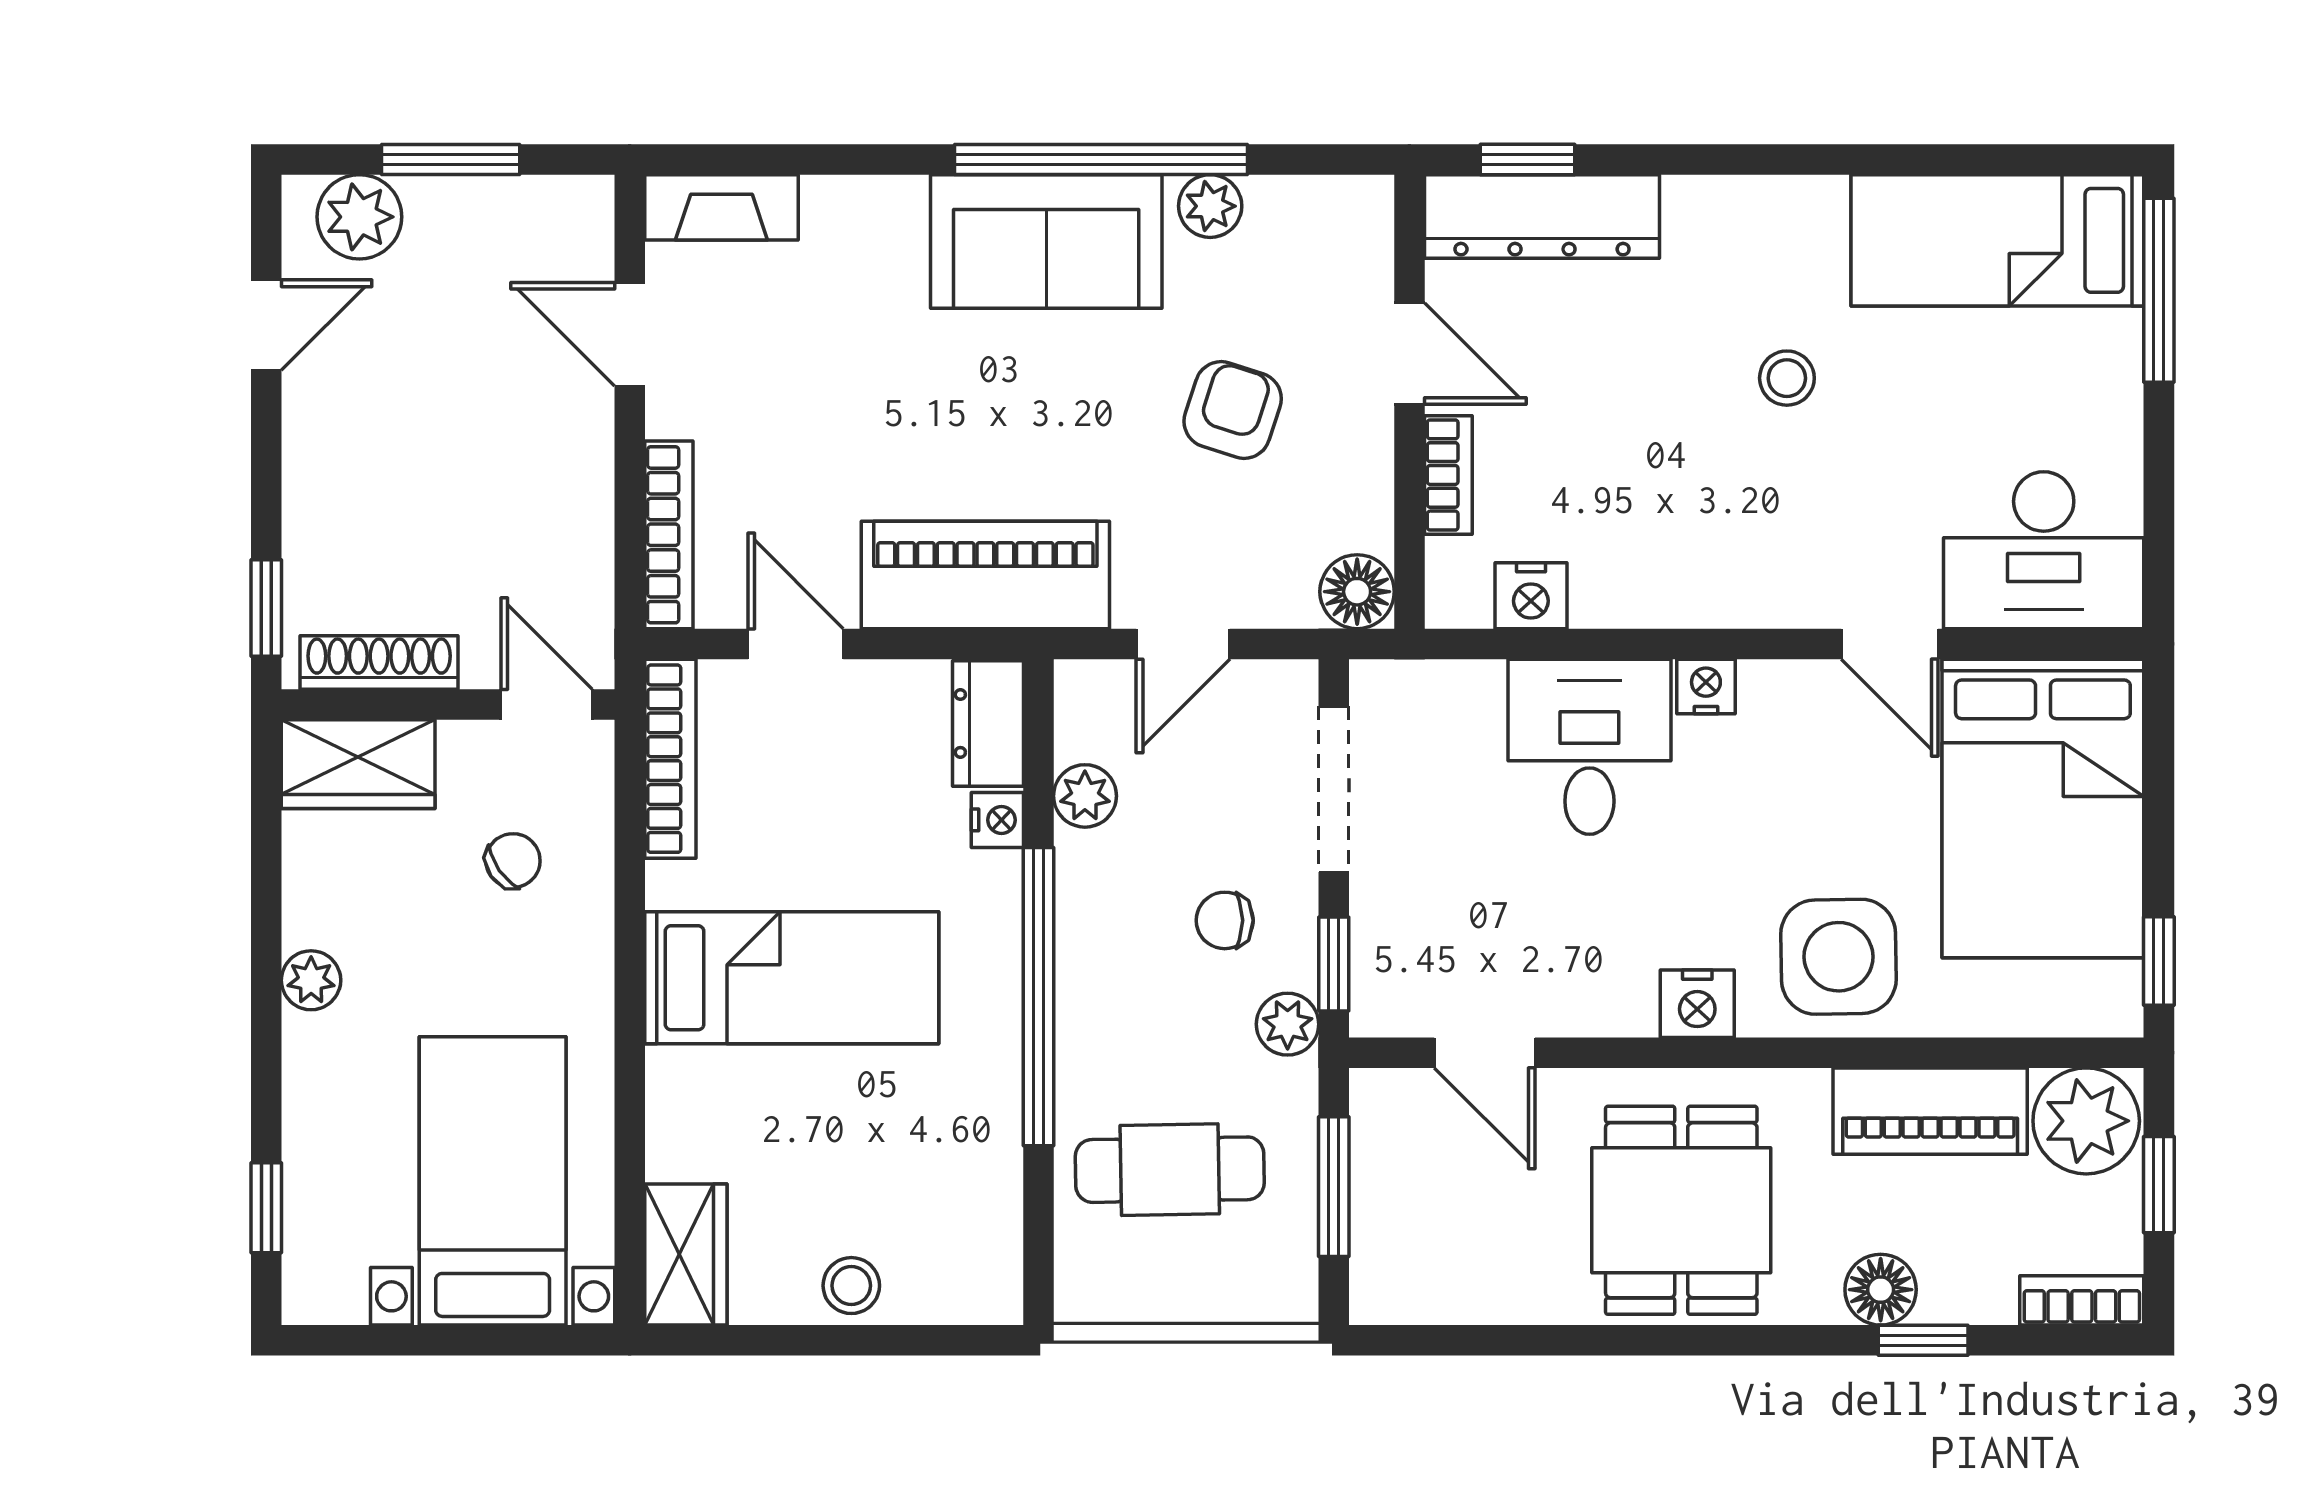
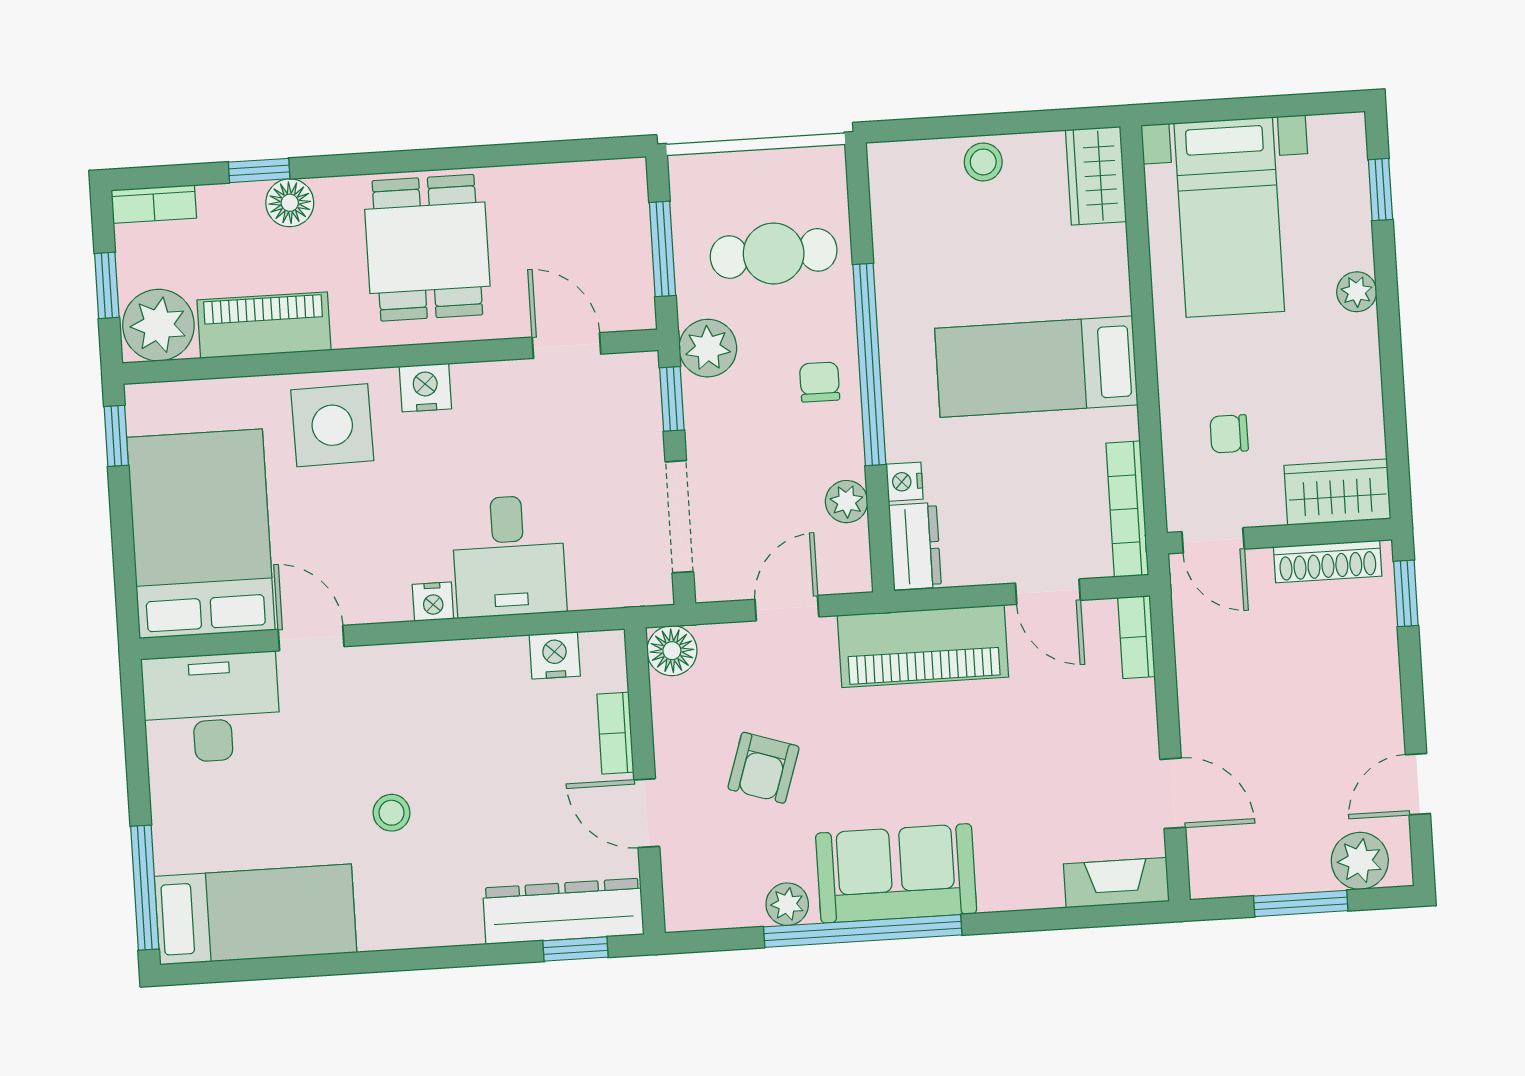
bookcase: (669, 535) -> (1136, 637), width x0.64
chair: (513, 861) -> (1229, 434), turned 35
chair: (1225, 920) -> (820, 382), moved, turned -90
plant: (311, 980) -> (1357, 292), moved
plant: (1288, 1024) -> (708, 348), width x1.38, depth x1.38

